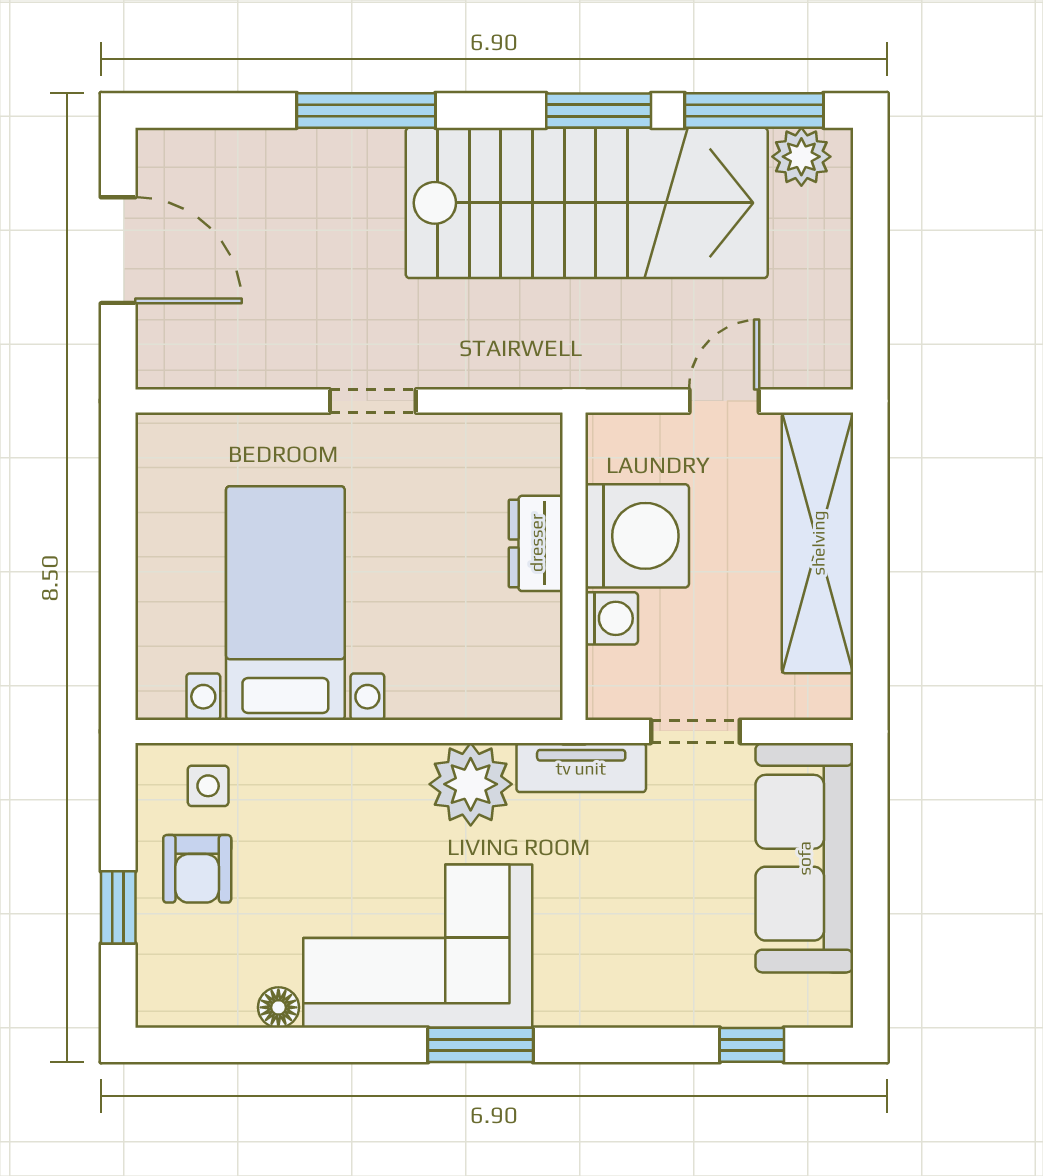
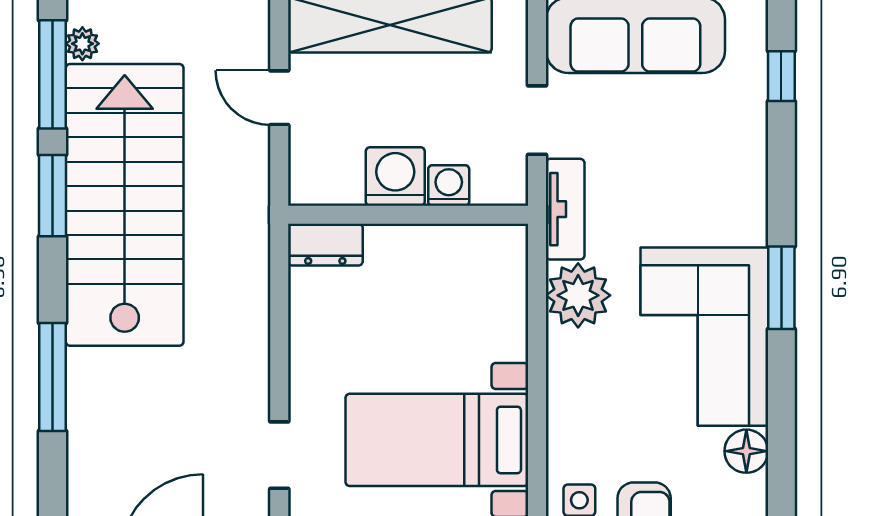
plant: (801, 157) -> (82, 44), width x0.73, depth x0.73
doorway: (373, 401) -> (279, 455), moved
washing machine: (637, 536) -> (395, 176), width x0.73, depth x0.73
dresser: (536, 543) -> (325, 245), moved
floor lamp: (278, 1007) -> (746, 451), width x1.37, depth x1.37

